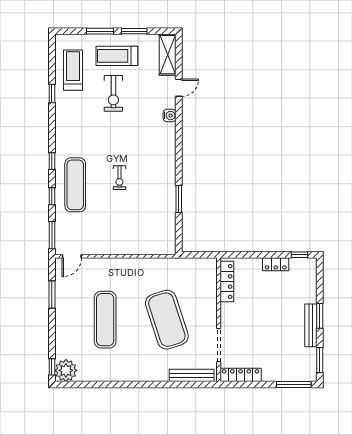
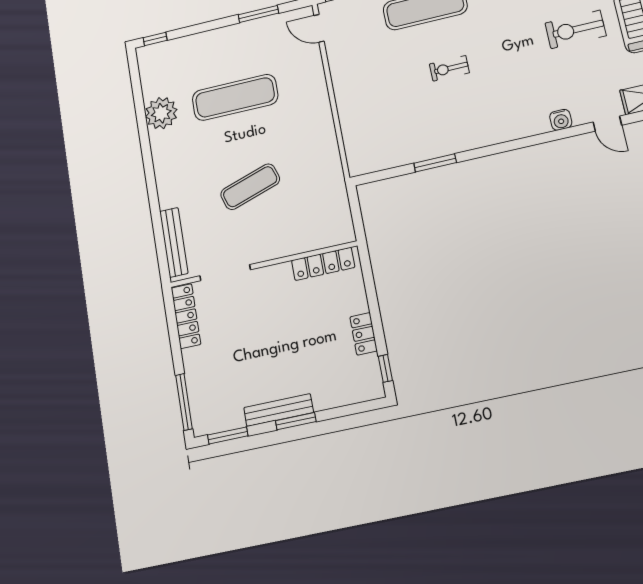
exercise mat: (167, 320) -> (250, 187), width x0.50, depth x0.69
plant: (66, 370) -> (161, 113), moved

